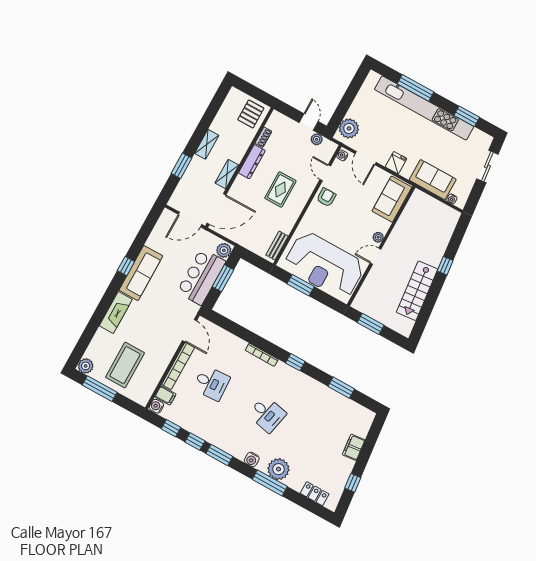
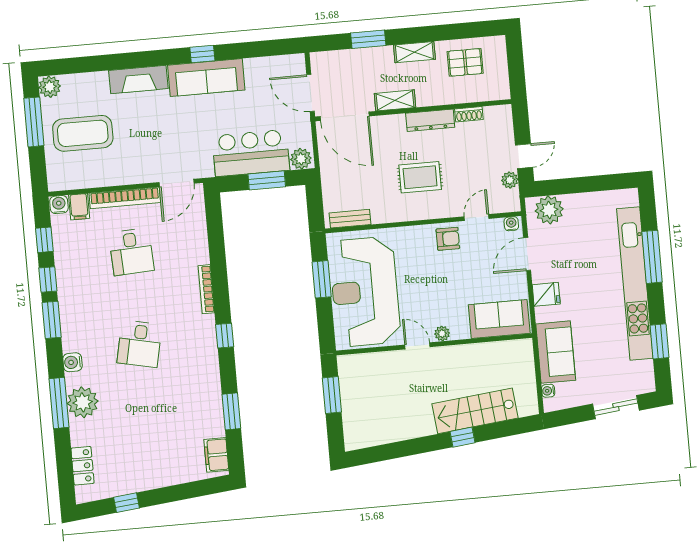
pallet: (251, 114) -> (465, 62), moved
stairs: (417, 291) -> (475, 411), moved
filing cabinet: (354, 447) -> (216, 455), moved, turned -84

